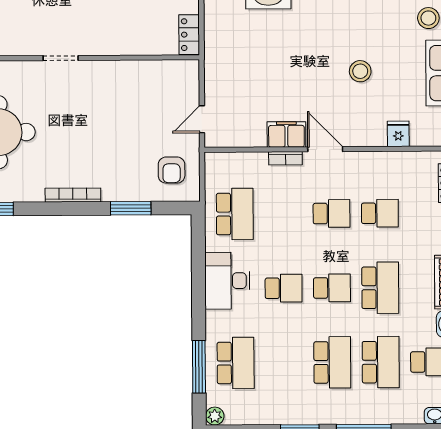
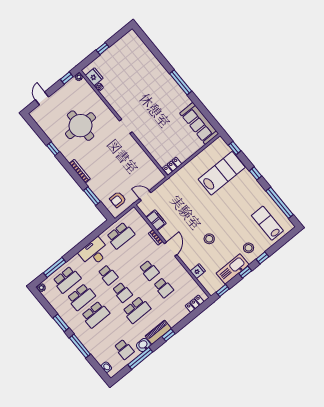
filing cabinet: (286, 134) -> (156, 220), moved
school desk: (381, 362) -> (81, 297), moved

